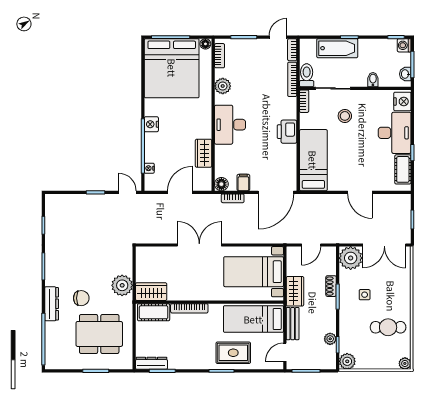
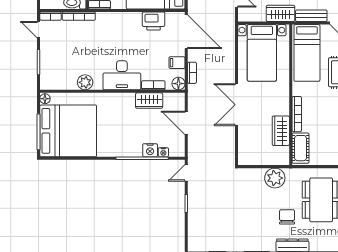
bookcase: (220, 56) -> (153, 85), moved
nightstand: (151, 124) -> (150, 150), moved
printer: (287, 132) -> (154, 21), moved
wardrobe: (151, 292) -> (281, 131), moved

